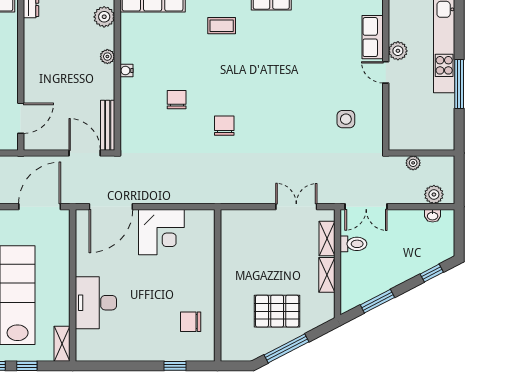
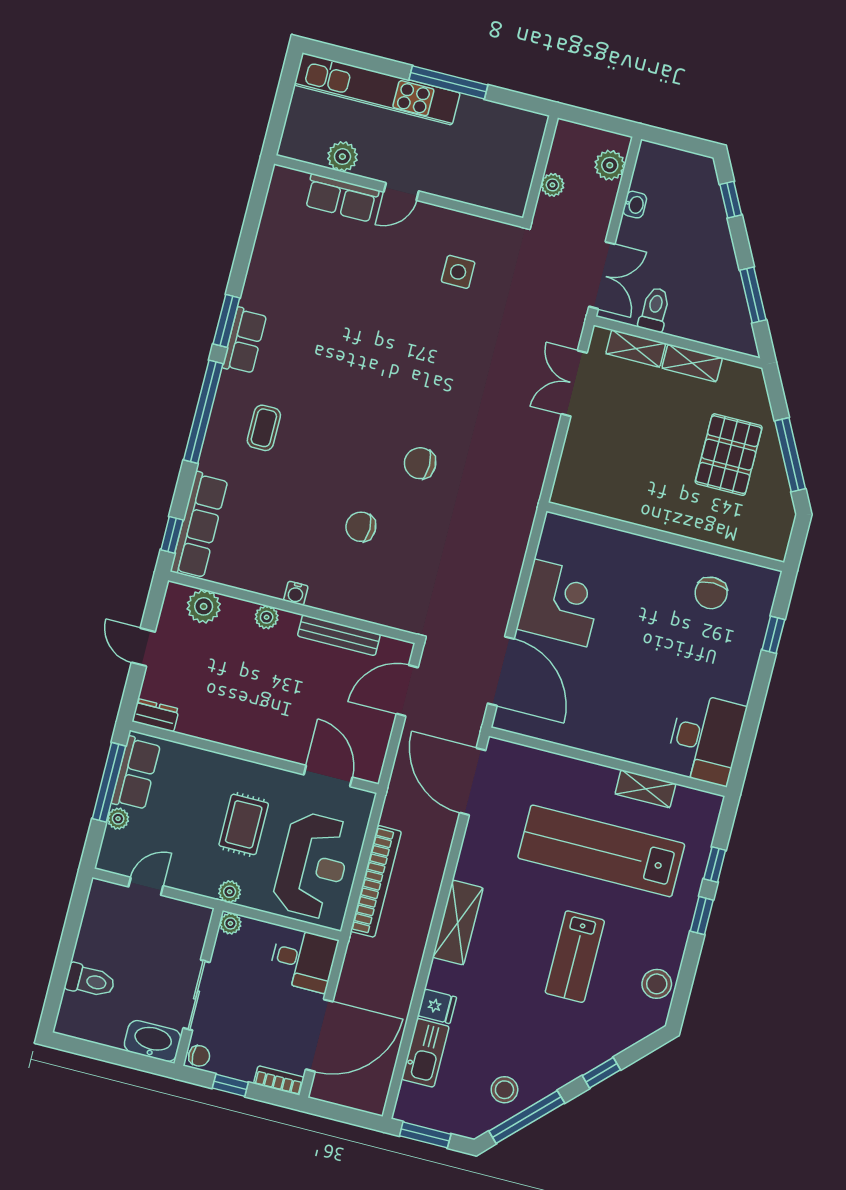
plant: (398, 51) -> (342, 157), moved
bench: (108, 125) -> (339, 635), moved
washbasin: (433, 216) -> (635, 205), moved
desk: (96, 303) -> (705, 739), moved, turned -90
shelving: (62, 344) -> (645, 789), moved

